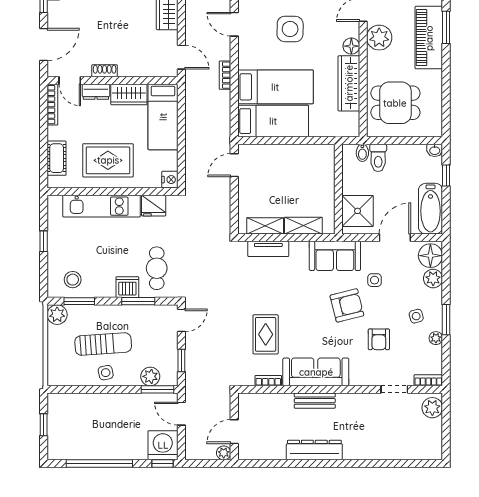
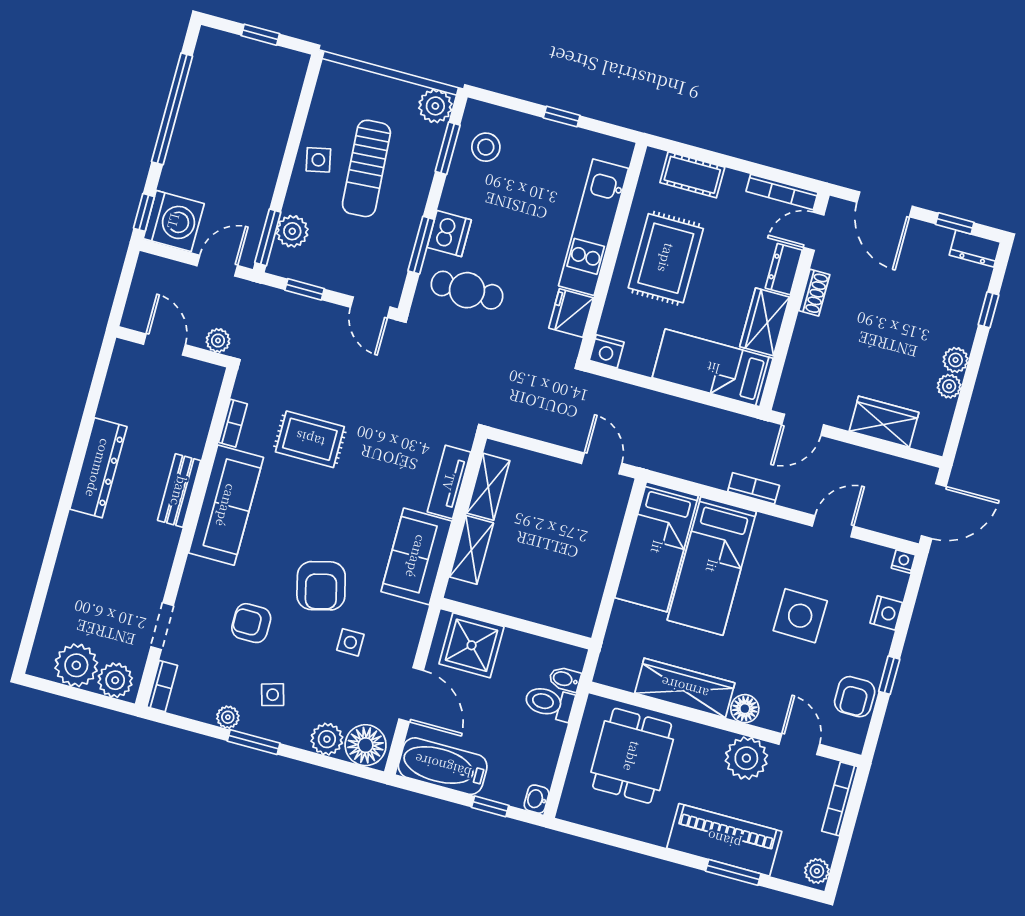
sofa: (335, 256) -> (416, 556), moved
plant: (430, 432) -> (76, 665), added
plant: (224, 453) -> (218, 340), moved

